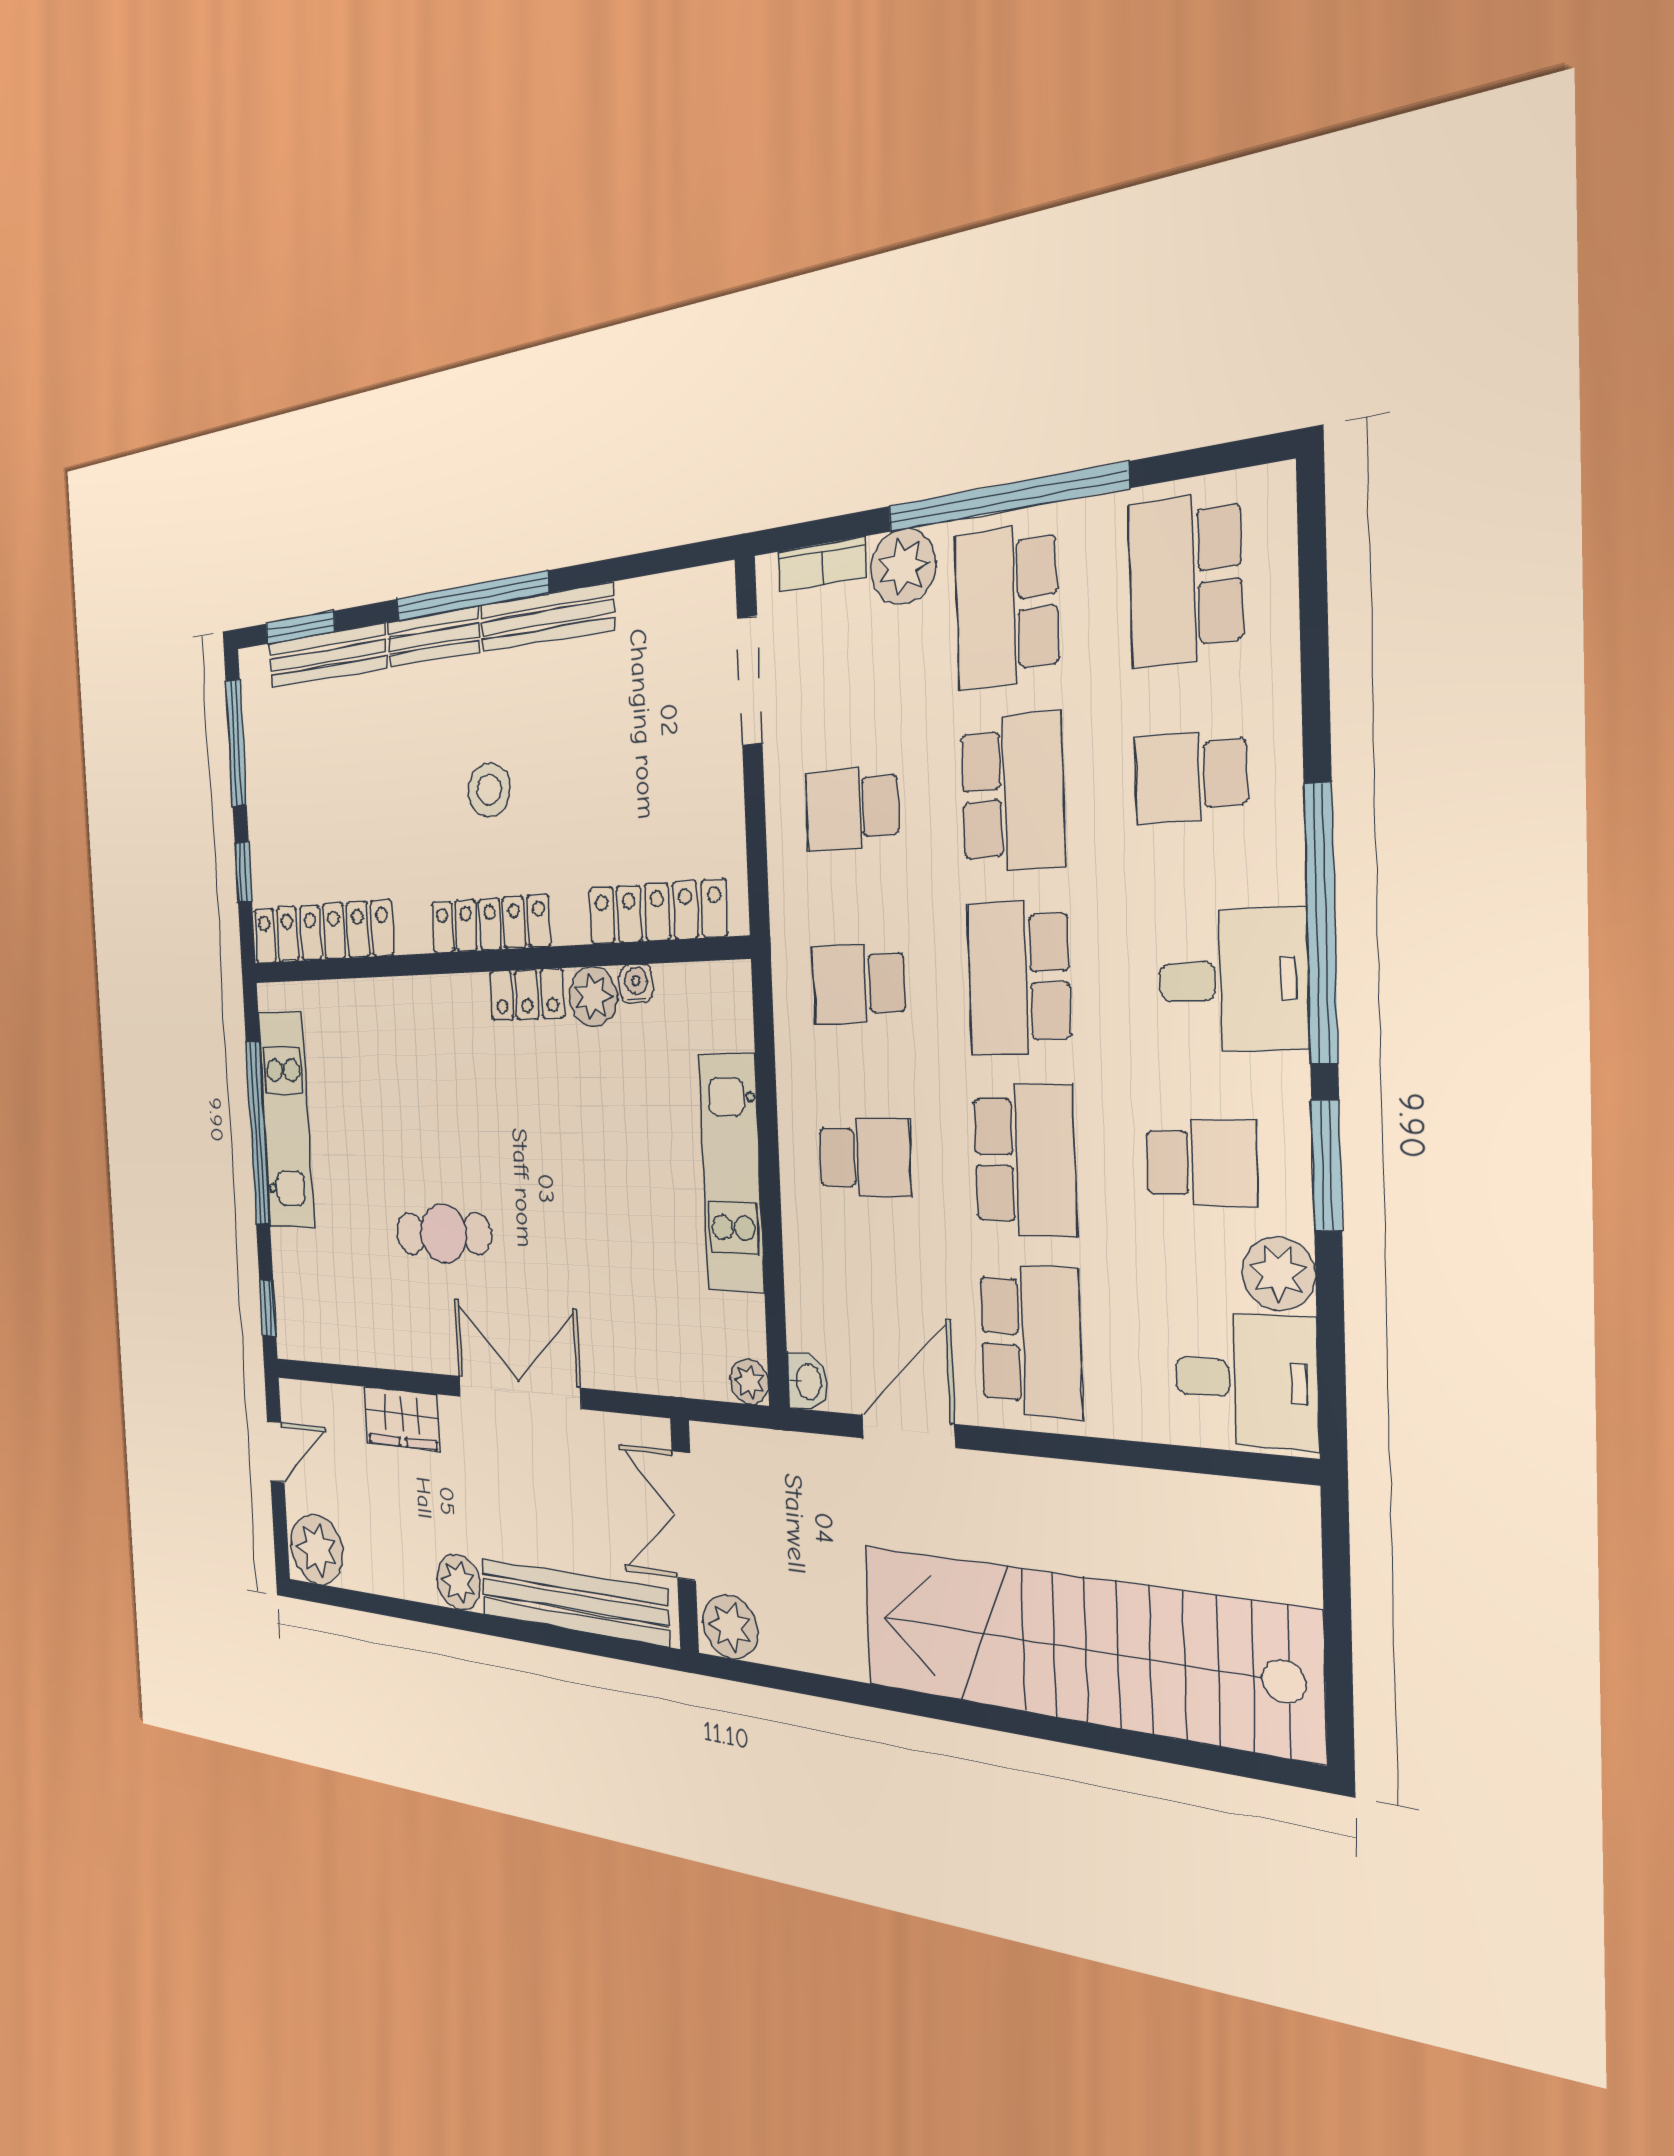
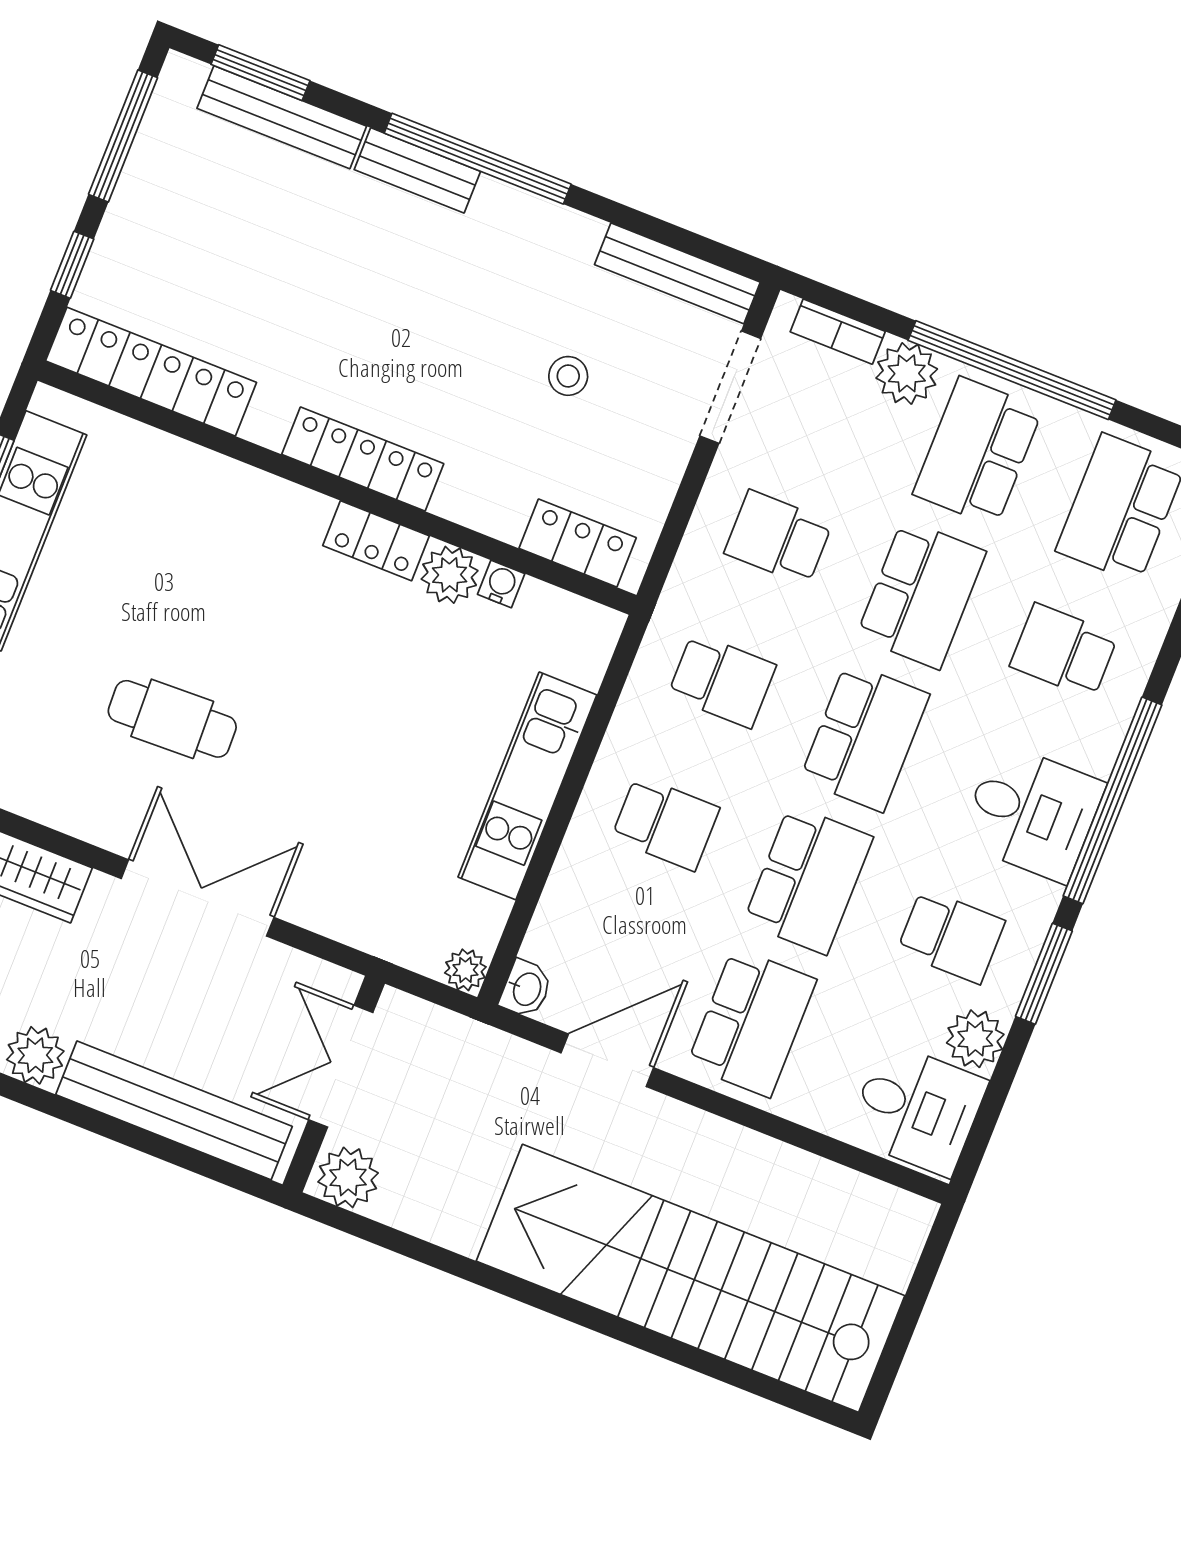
bench: (546, 618) -> (677, 273), moved
stool: (489, 790) -> (568, 376), moved, width x0.73, depth x0.73
locker: (657, 912) -> (578, 543), width x0.66
school desk: (1019, 978) -> (865, 737), turned 180
school desk: (858, 984) -> (722, 680), turned 180

